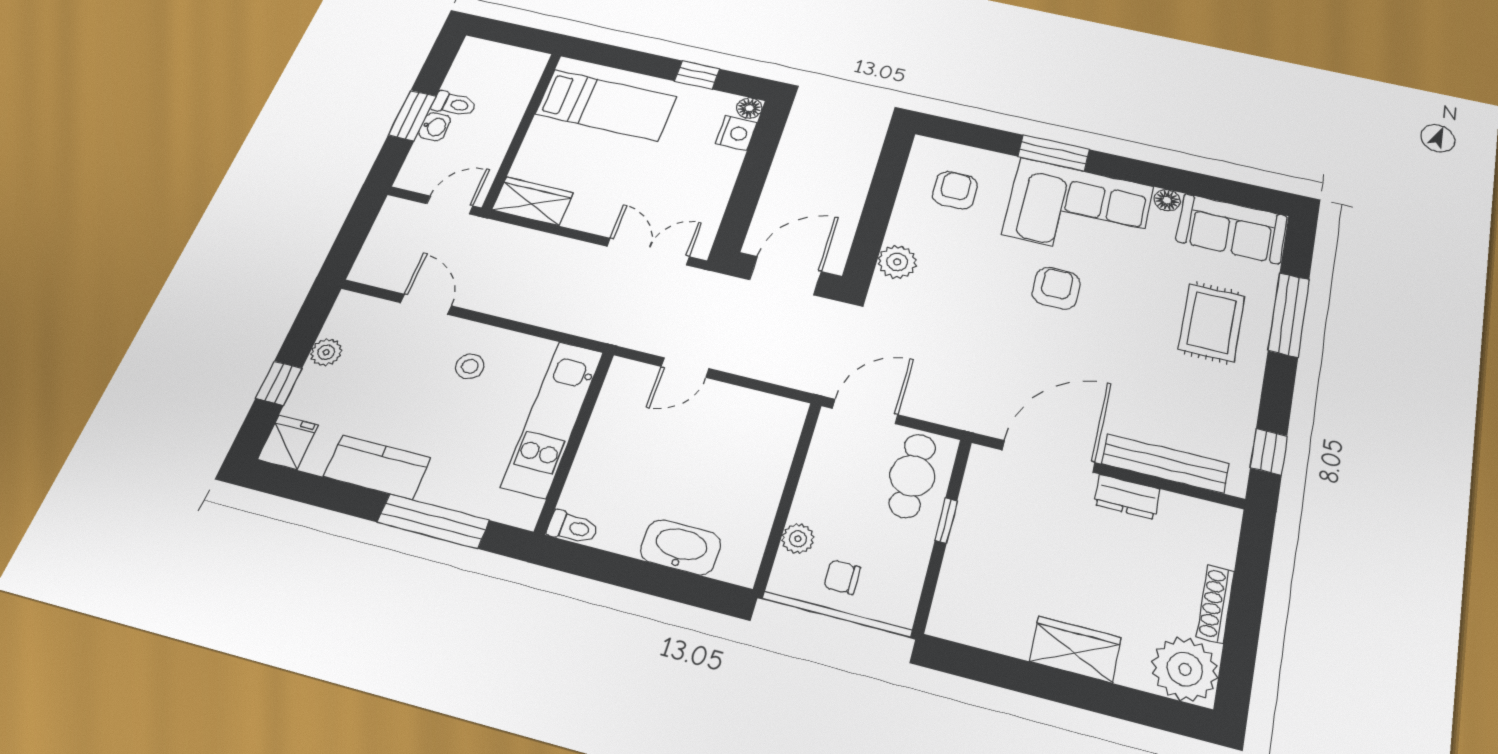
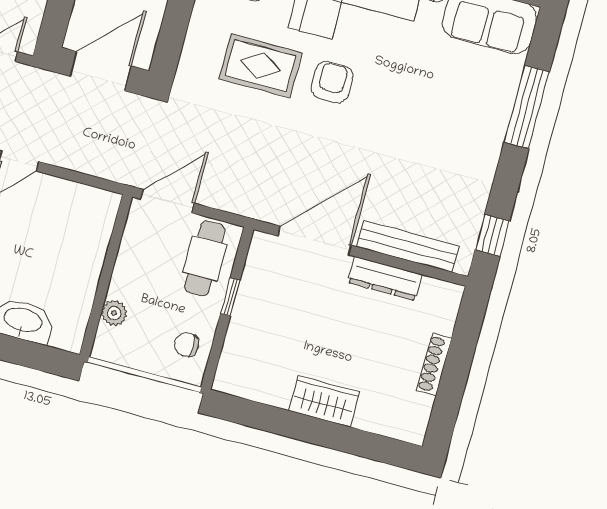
plant: (897, 262) -> (197, 57), removed
rug: (1212, 322) -> (260, 66), moved, turned 90
dresser: (1127, 497) -> (385, 278), width x1.44
chair: (842, 577) -> (187, 344), moved
plant: (1185, 669) -> (405, 416), removed

